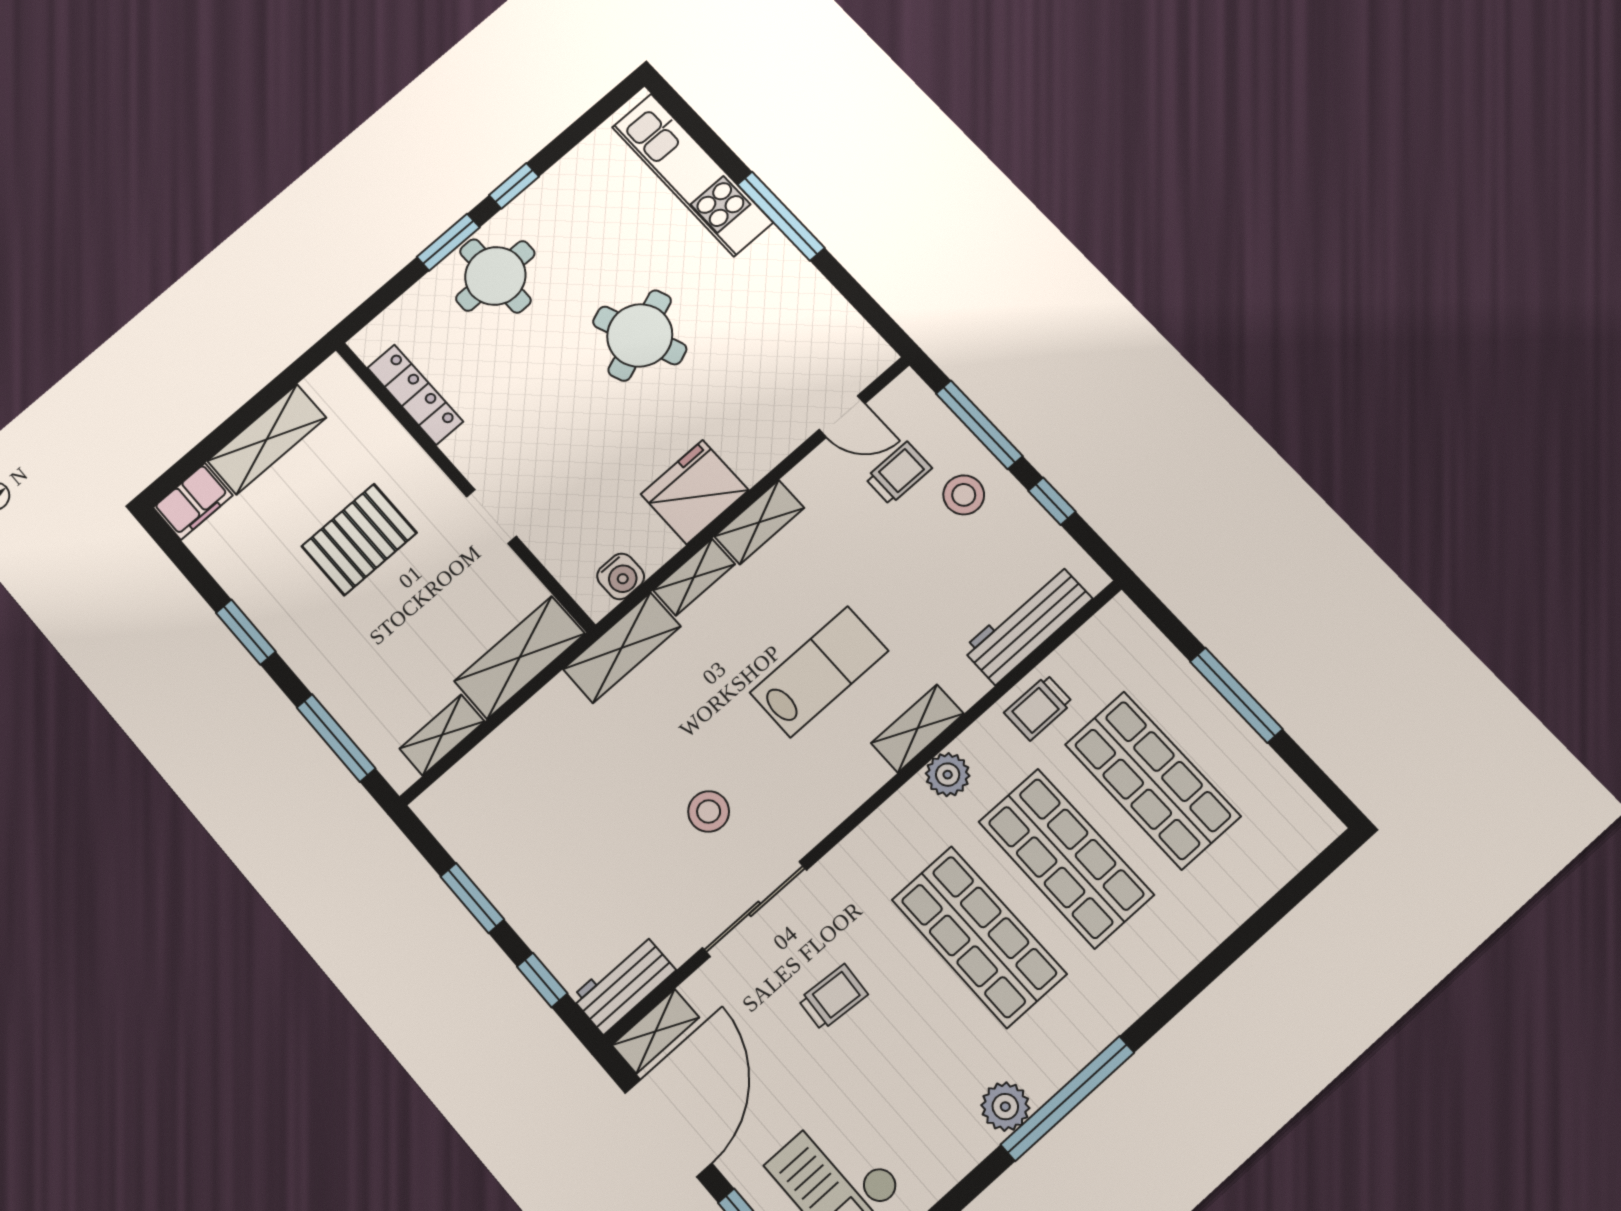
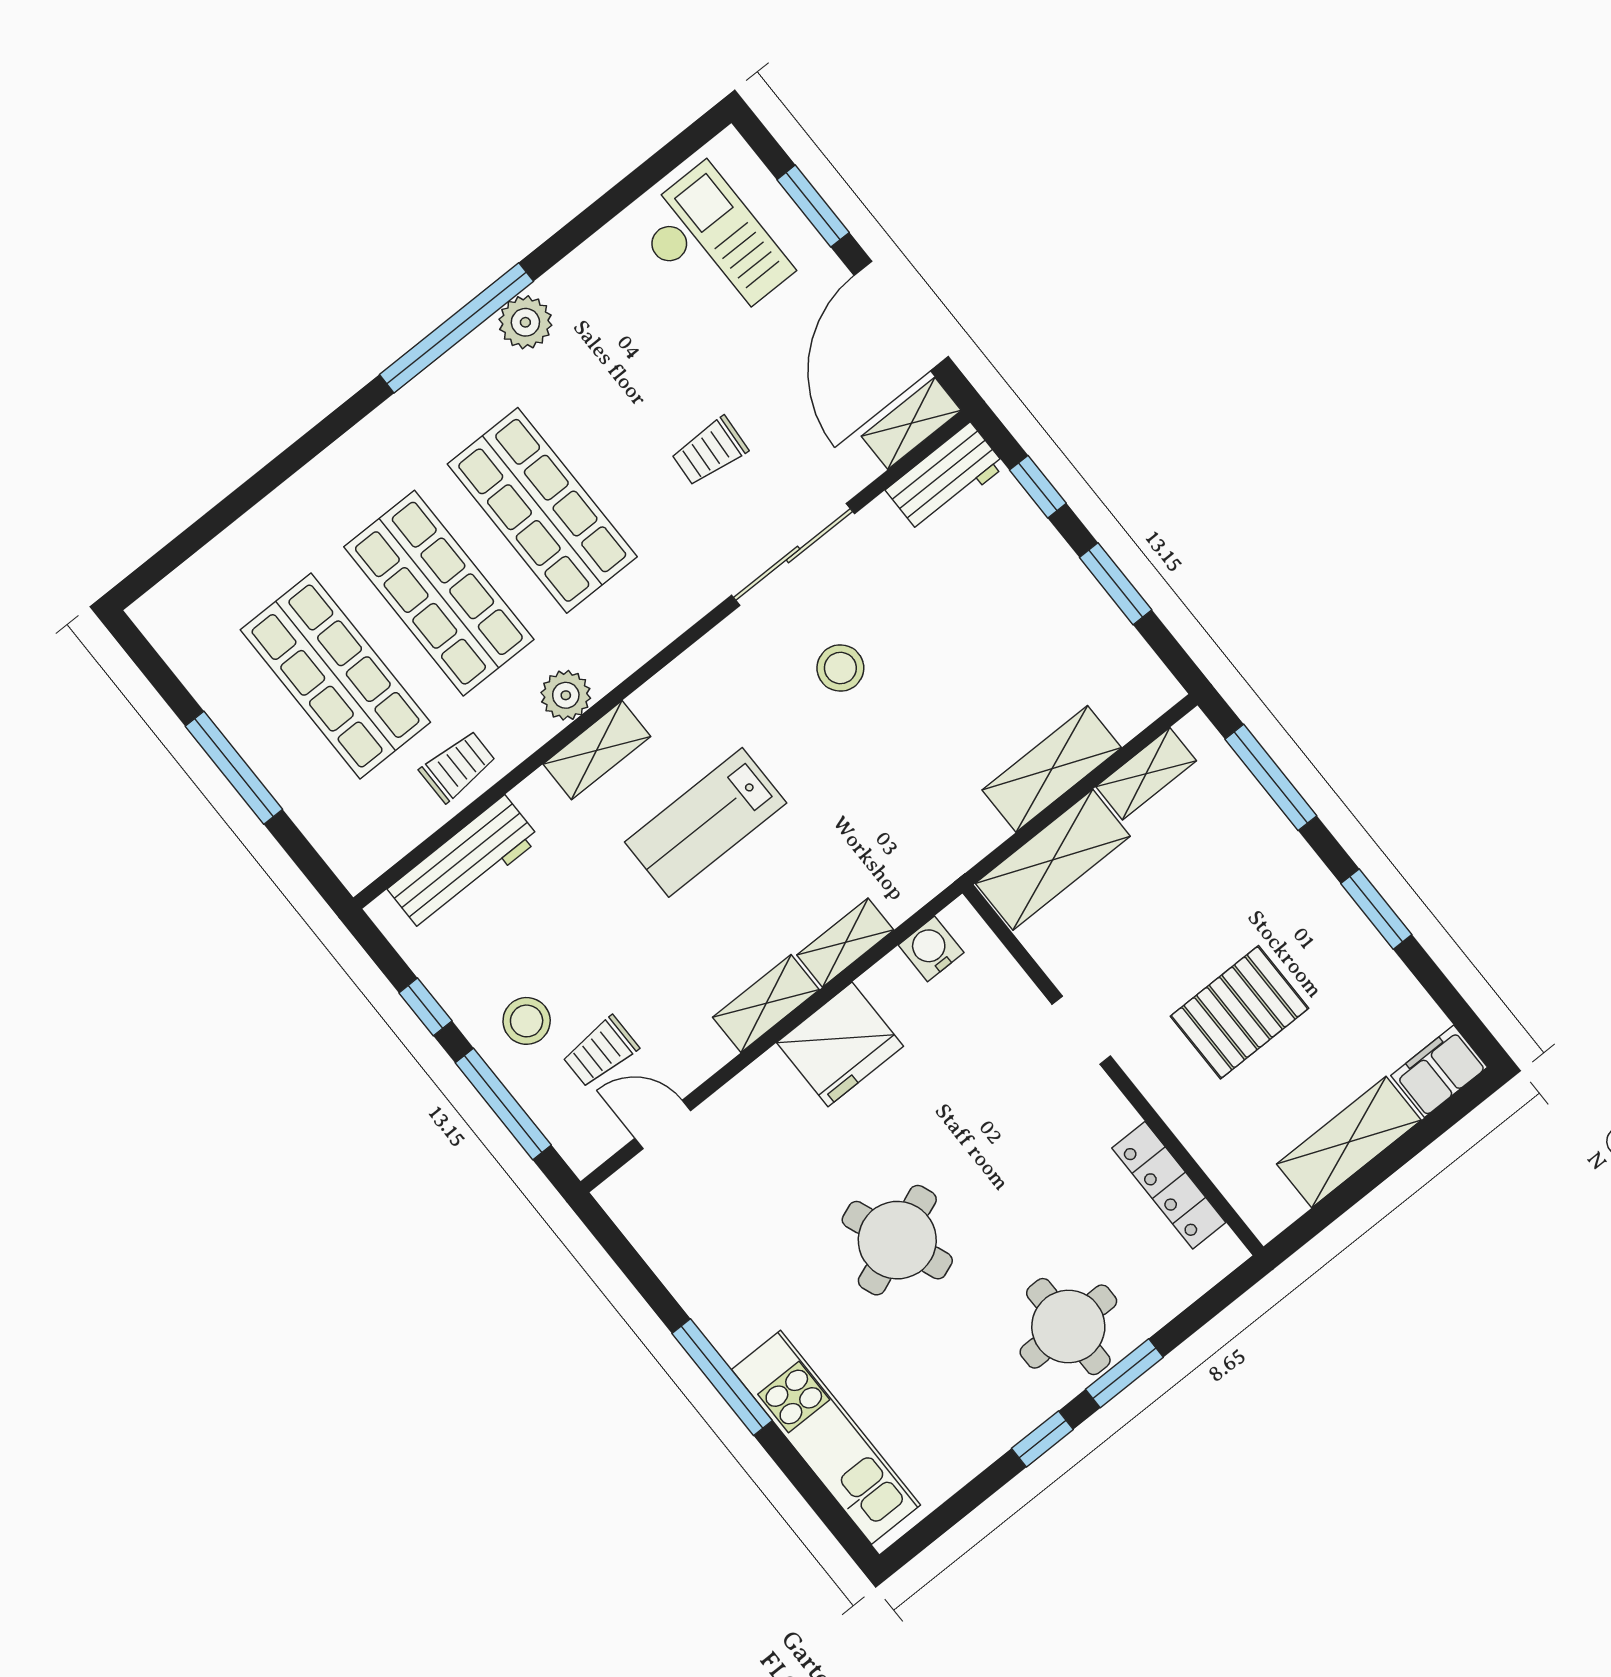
shelving: (622, 648) -> (1052, 769), moved

